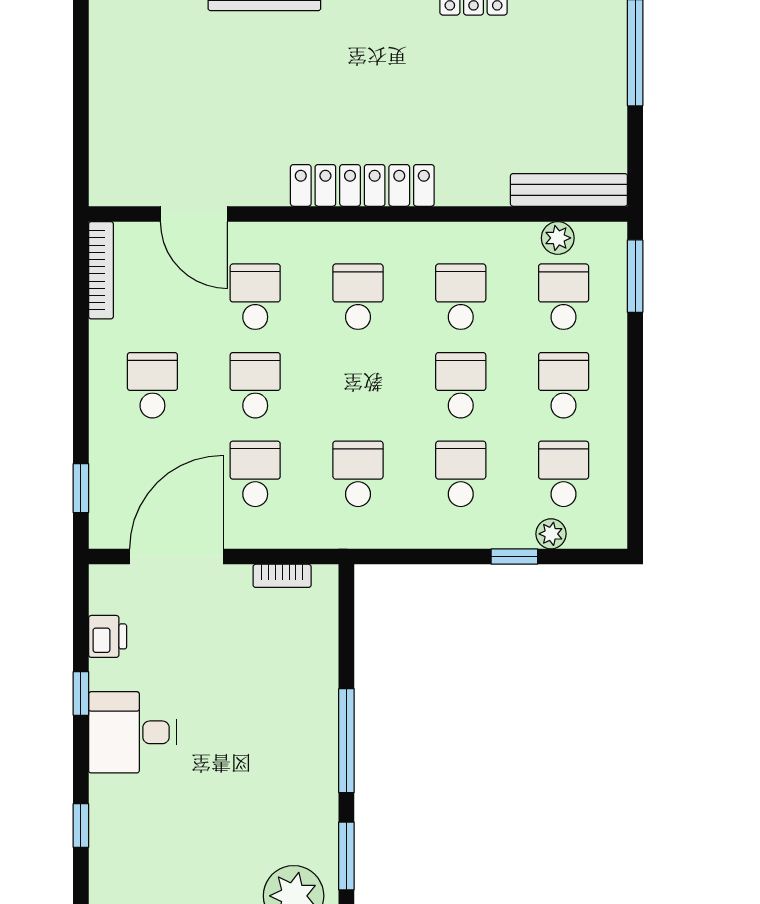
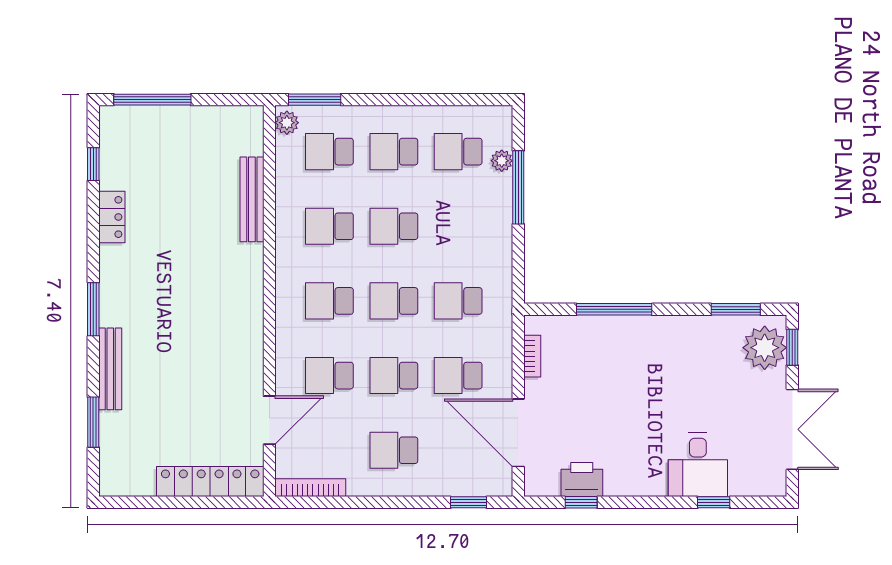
locker: (362, 185) -> (210, 481), moved, turned 90
bench: (569, 190) -> (252, 199), moved
plant: (558, 238) -> (287, 123), moved
school desk: (461, 474) -> (394, 301), moved
window: (514, 557) -> (518, 187), width x2.17
printer: (108, 636) -> (582, 480), width x1.36, depth x1.24
window: (81, 693) -> (581, 502), moved
desk: (132, 732) -> (698, 465), moved
window: (346, 741) -> (614, 309), moved

